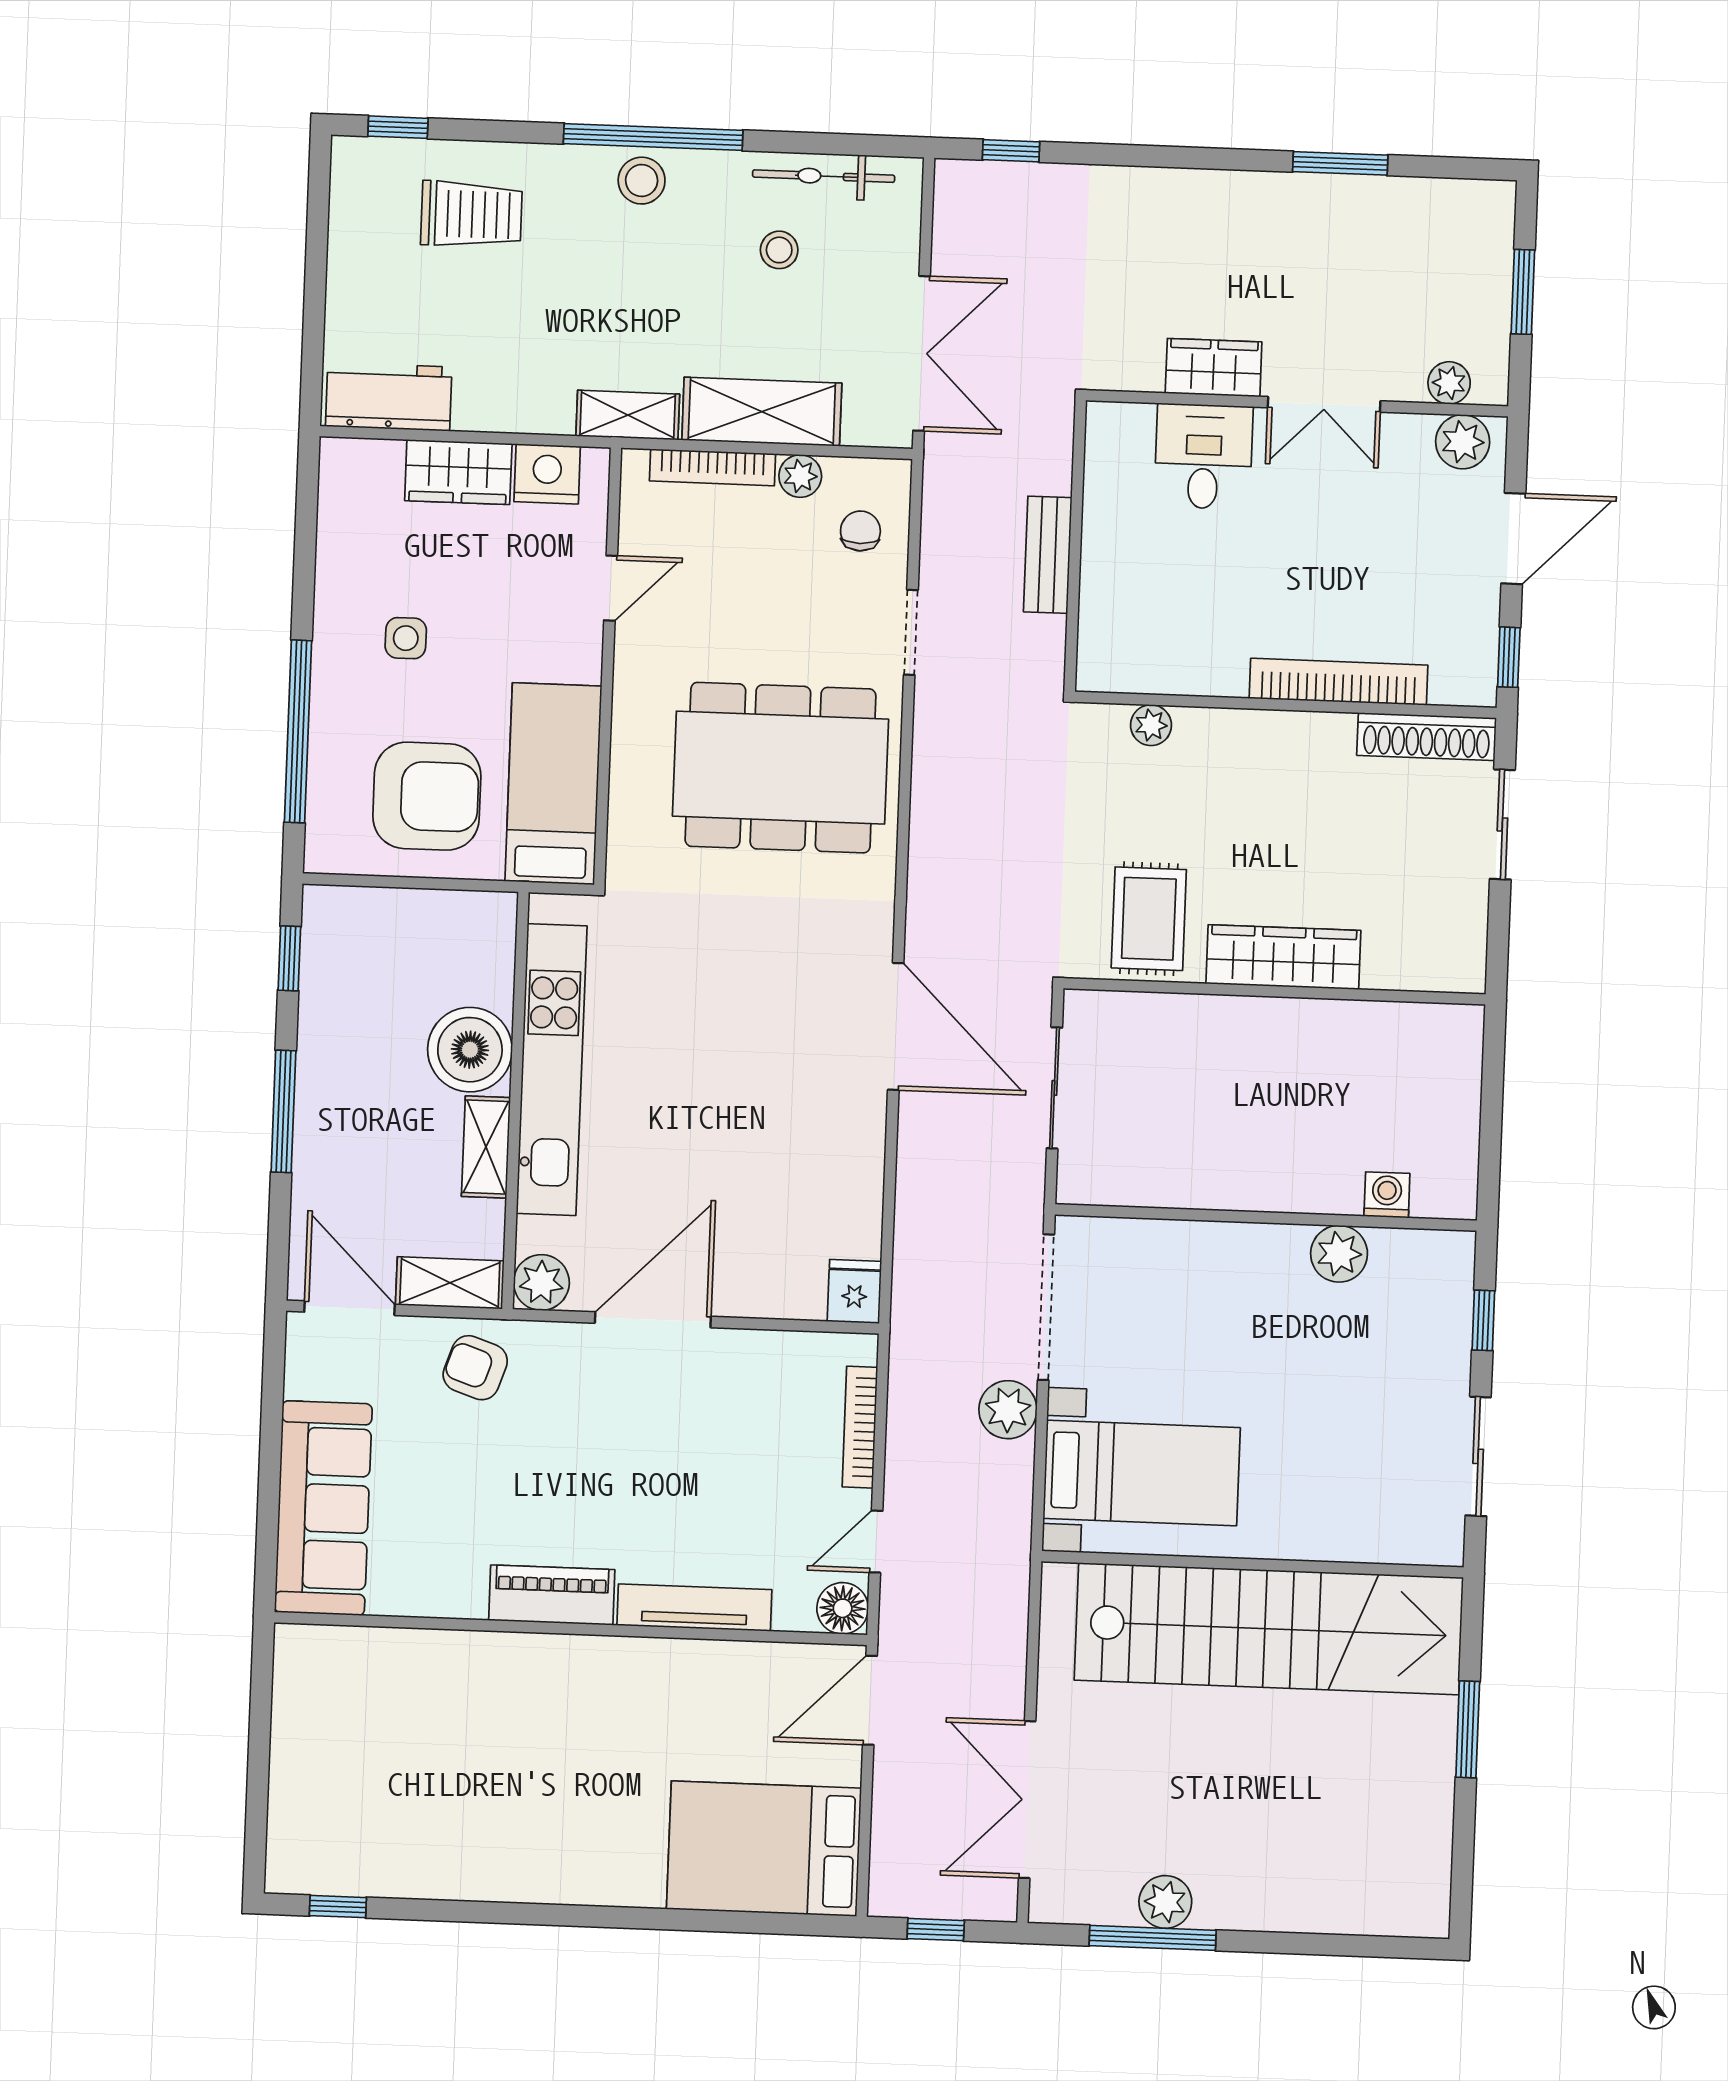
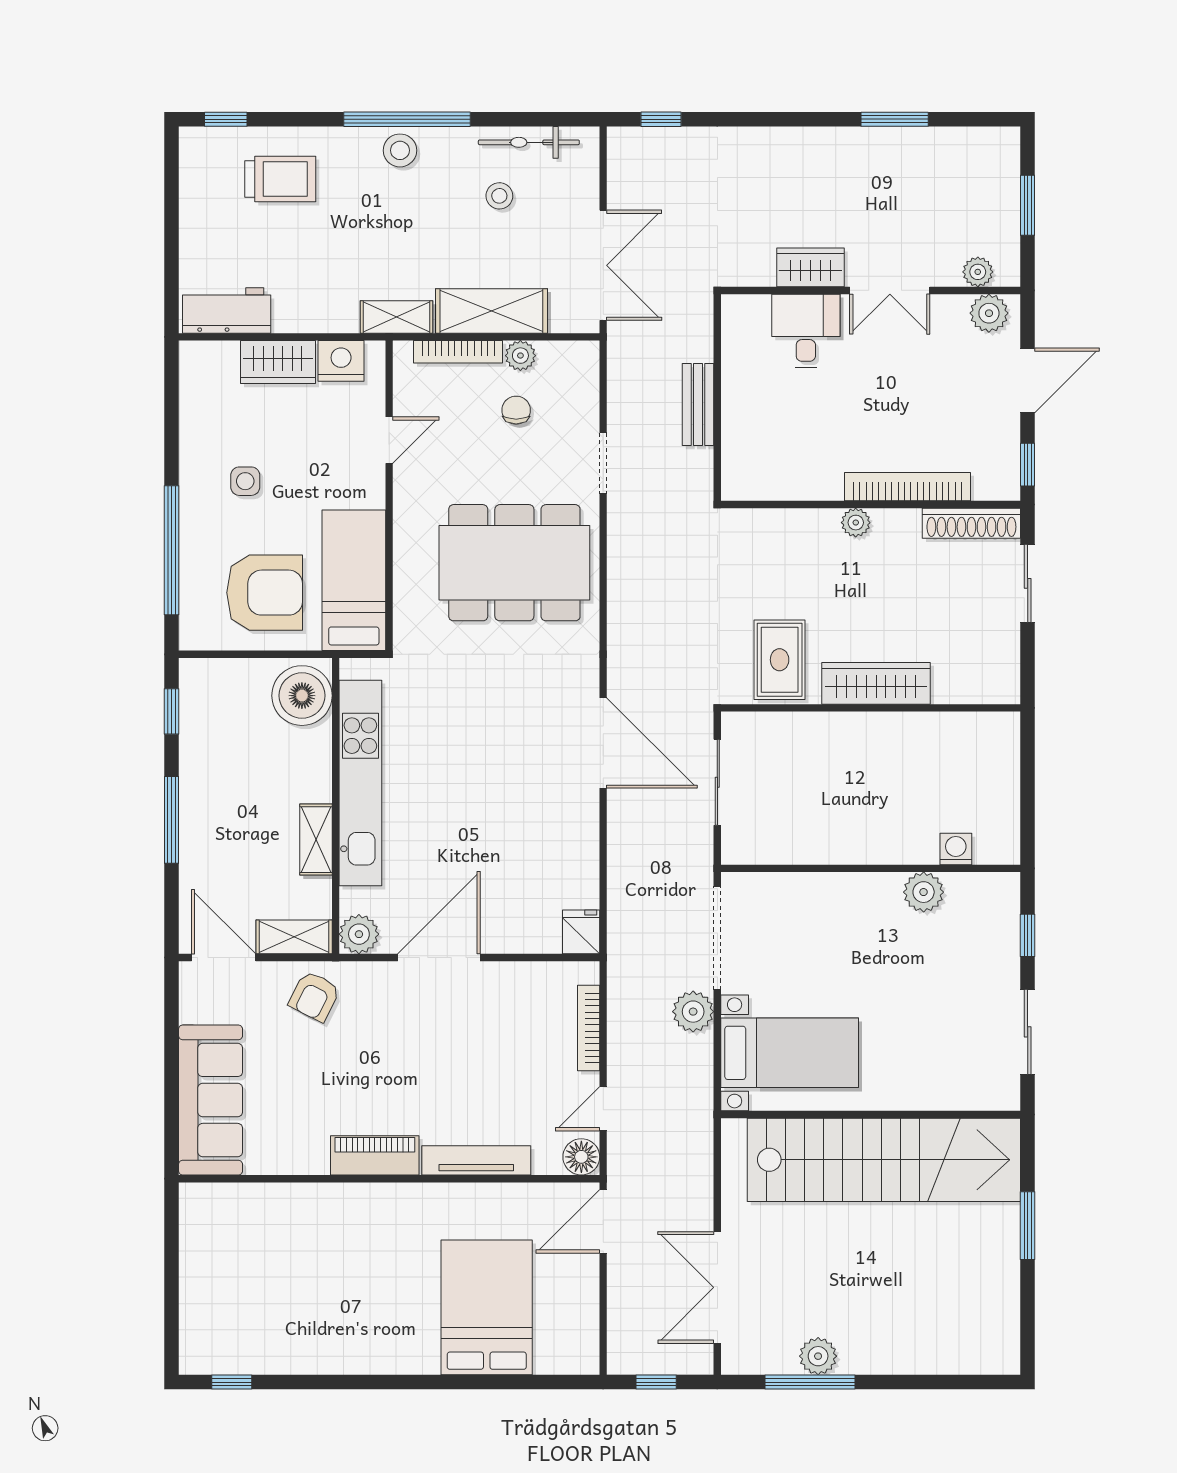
chair: (860, 531) -> (516, 410), moved
plant: (1151, 725) -> (856, 523), moved
boiler: (470, 1050) -> (302, 696), moved
armchair: (475, 1368) -> (314, 996), turned -82
bed: (764, 1849) -> (487, 1307), moved, turned 90

